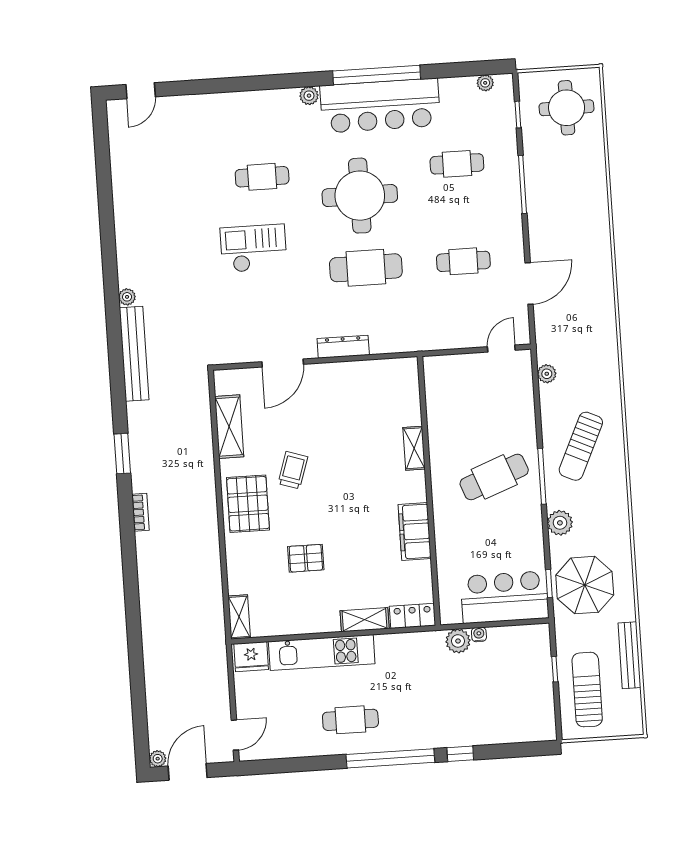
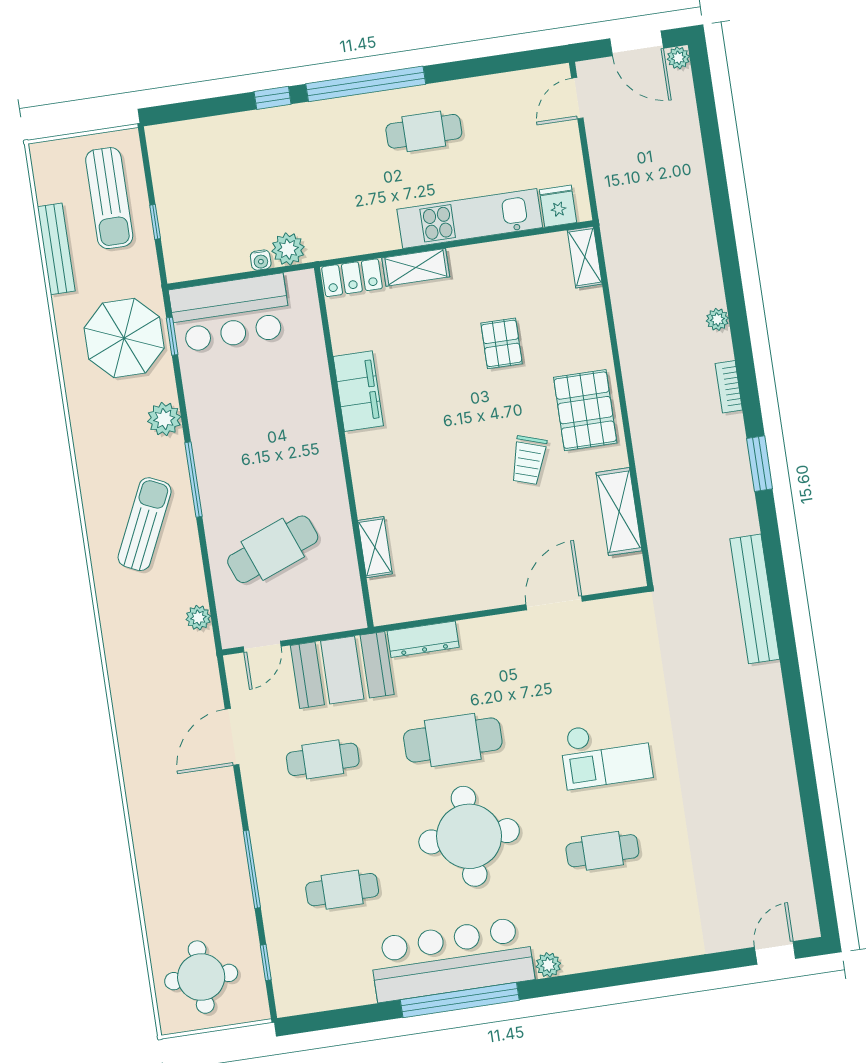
plant: (485, 83) -> (313, 1001), removed
plant: (127, 297) -> (717, 319), moved
booth: (444, 326) -> (342, 670), added
dresser: (343, 347) -> (423, 639), moved
shelving: (414, 448) -> (375, 547), moved
cafe table: (494, 477) -> (273, 549), moved
pallet: (306, 558) -> (502, 343), turned 90
fridge: (251, 657) -> (558, 206), width x0.72
door: (188, 772) -> (637, 43), hinge flipped

